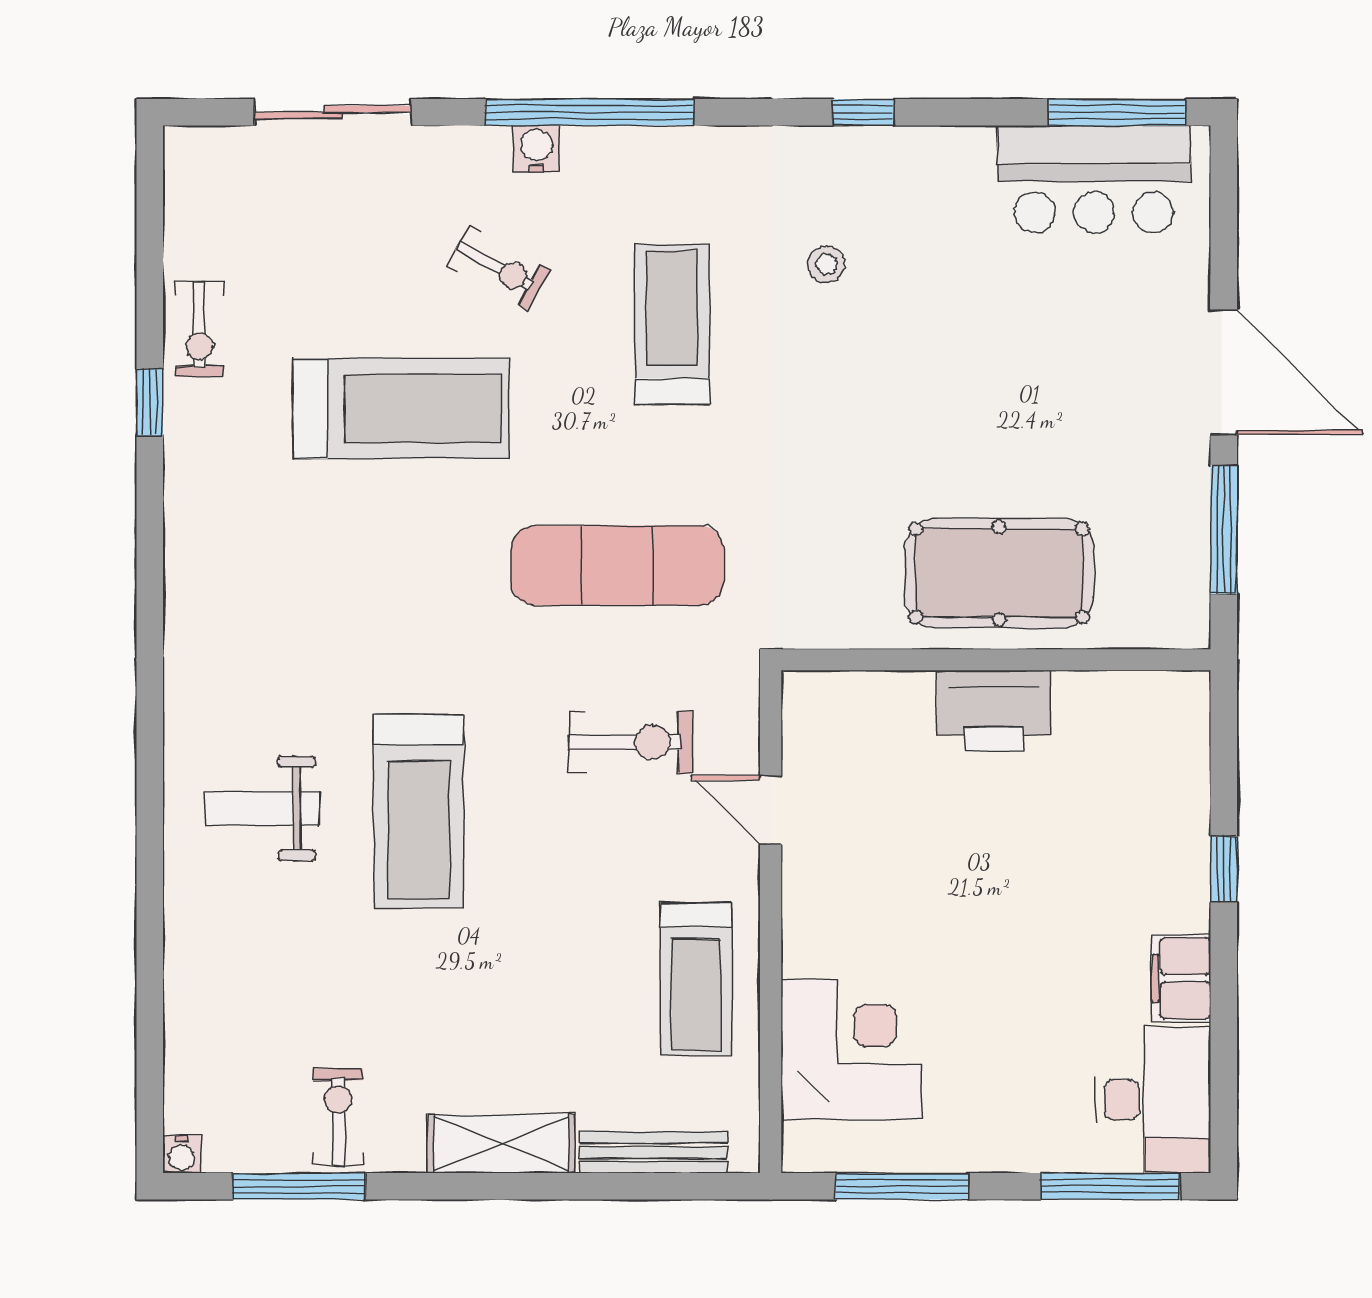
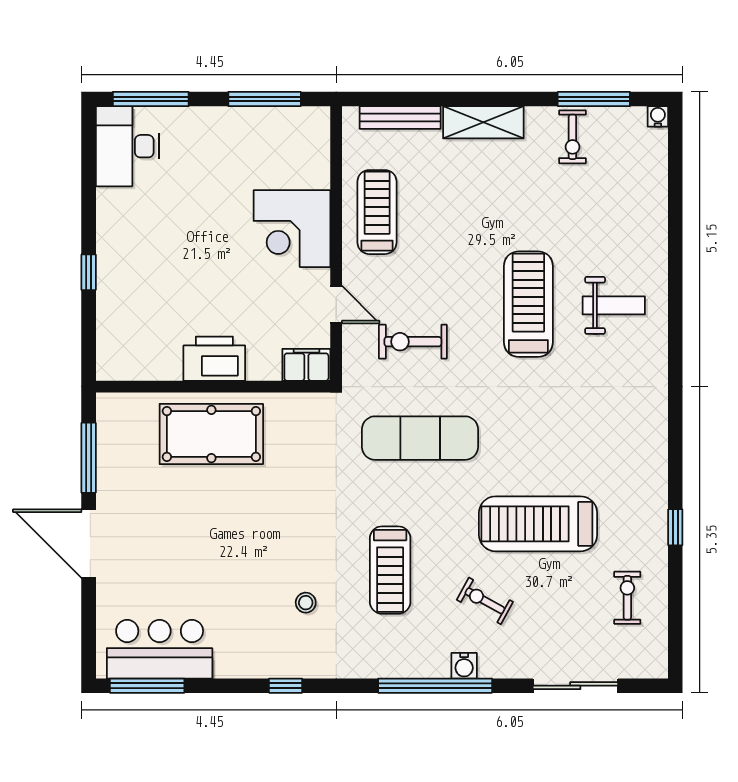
exercise bike: (200, 329) -> (627, 598), moved
filing cabinet: (1181, 978) -> (306, 365), moved, turned -90
corner desk: (851, 1049) -> (292, 229), moved

